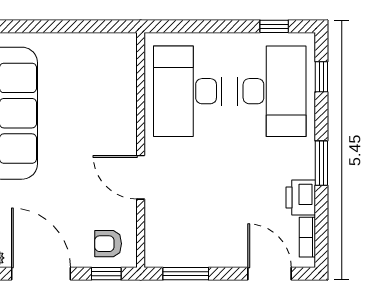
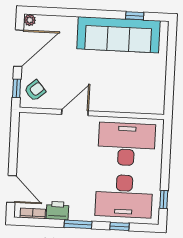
window: (321, 77) -> (119, 226), moved
armchair: (108, 244) -> (35, 90), turned 49
window: (186, 274) -> (14, 137), removed
door: (270, 274) -> (12, 189), hinge flipped

